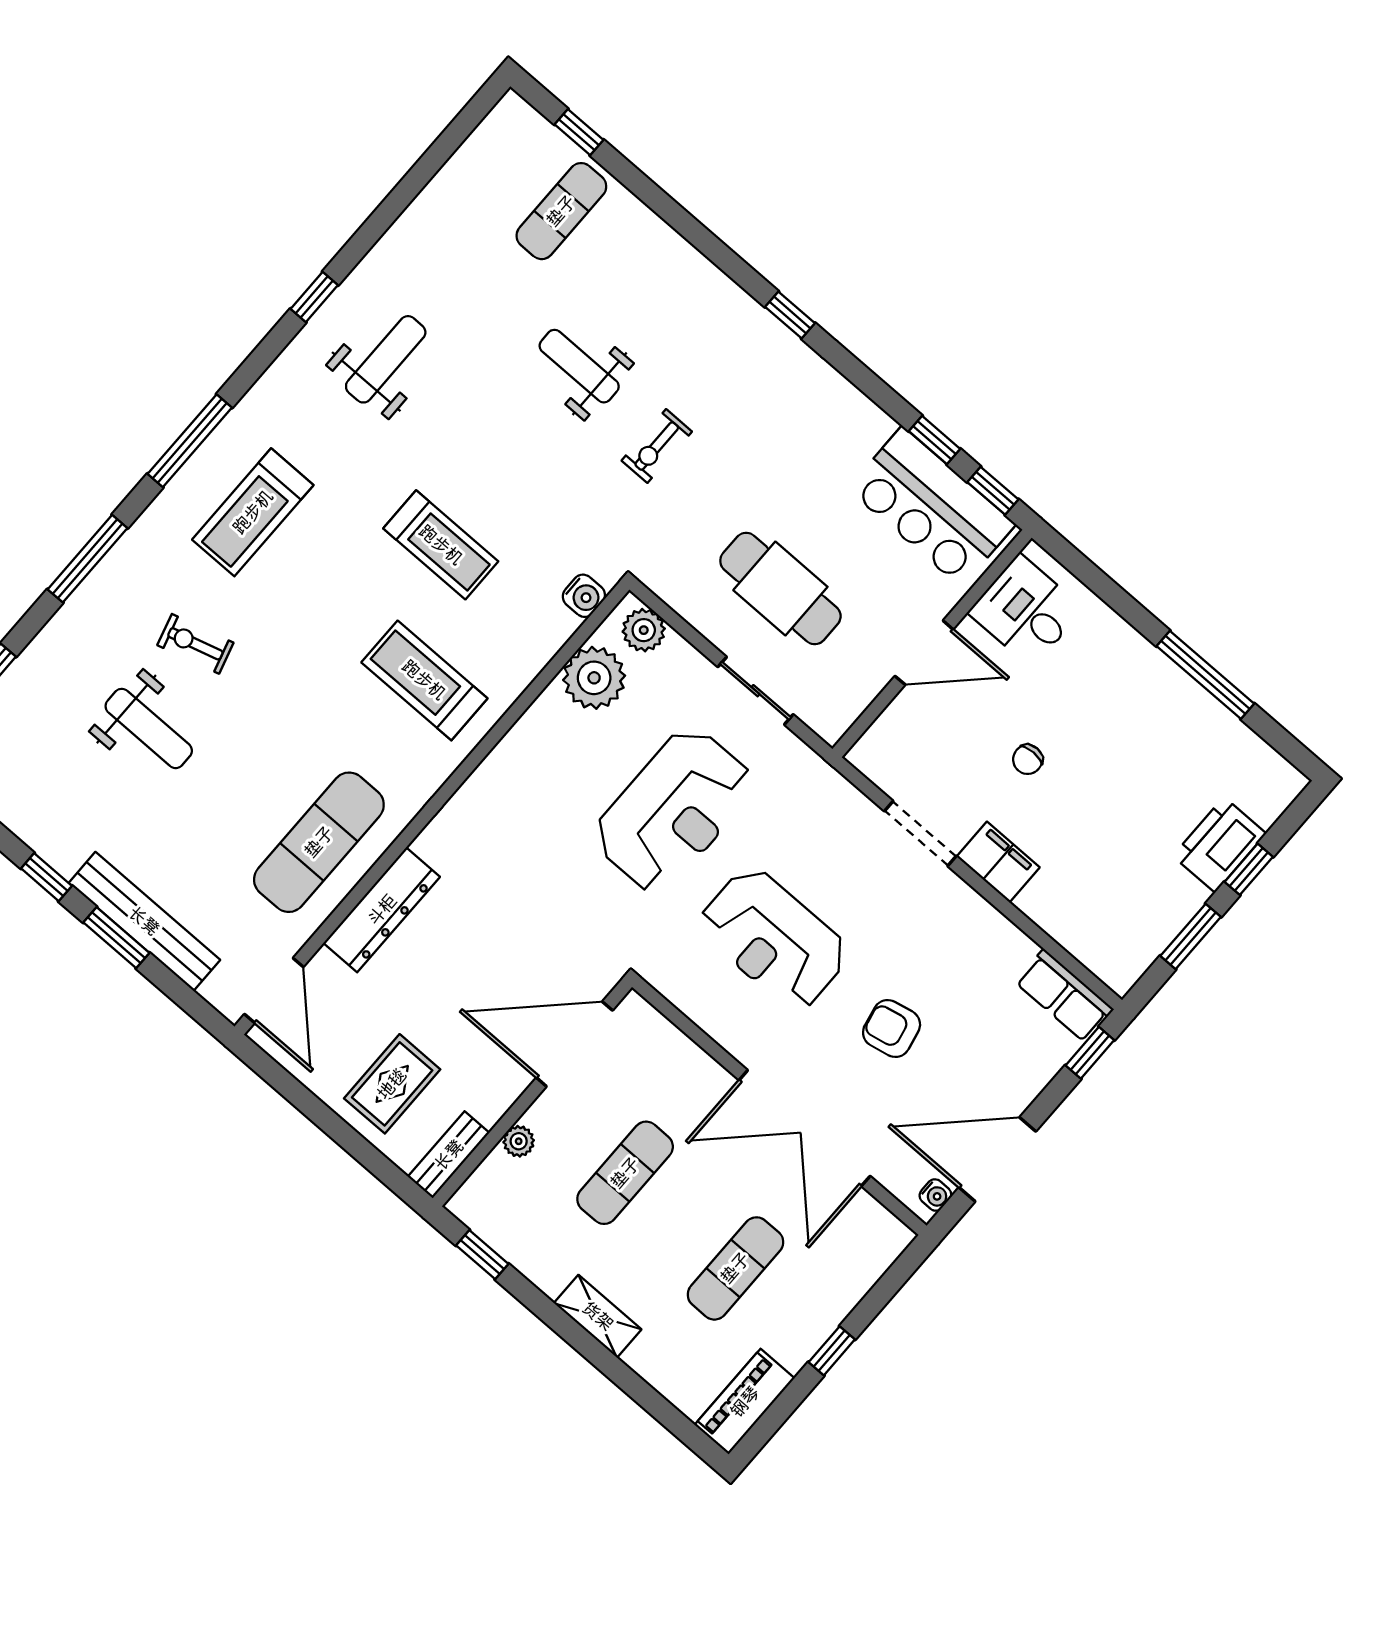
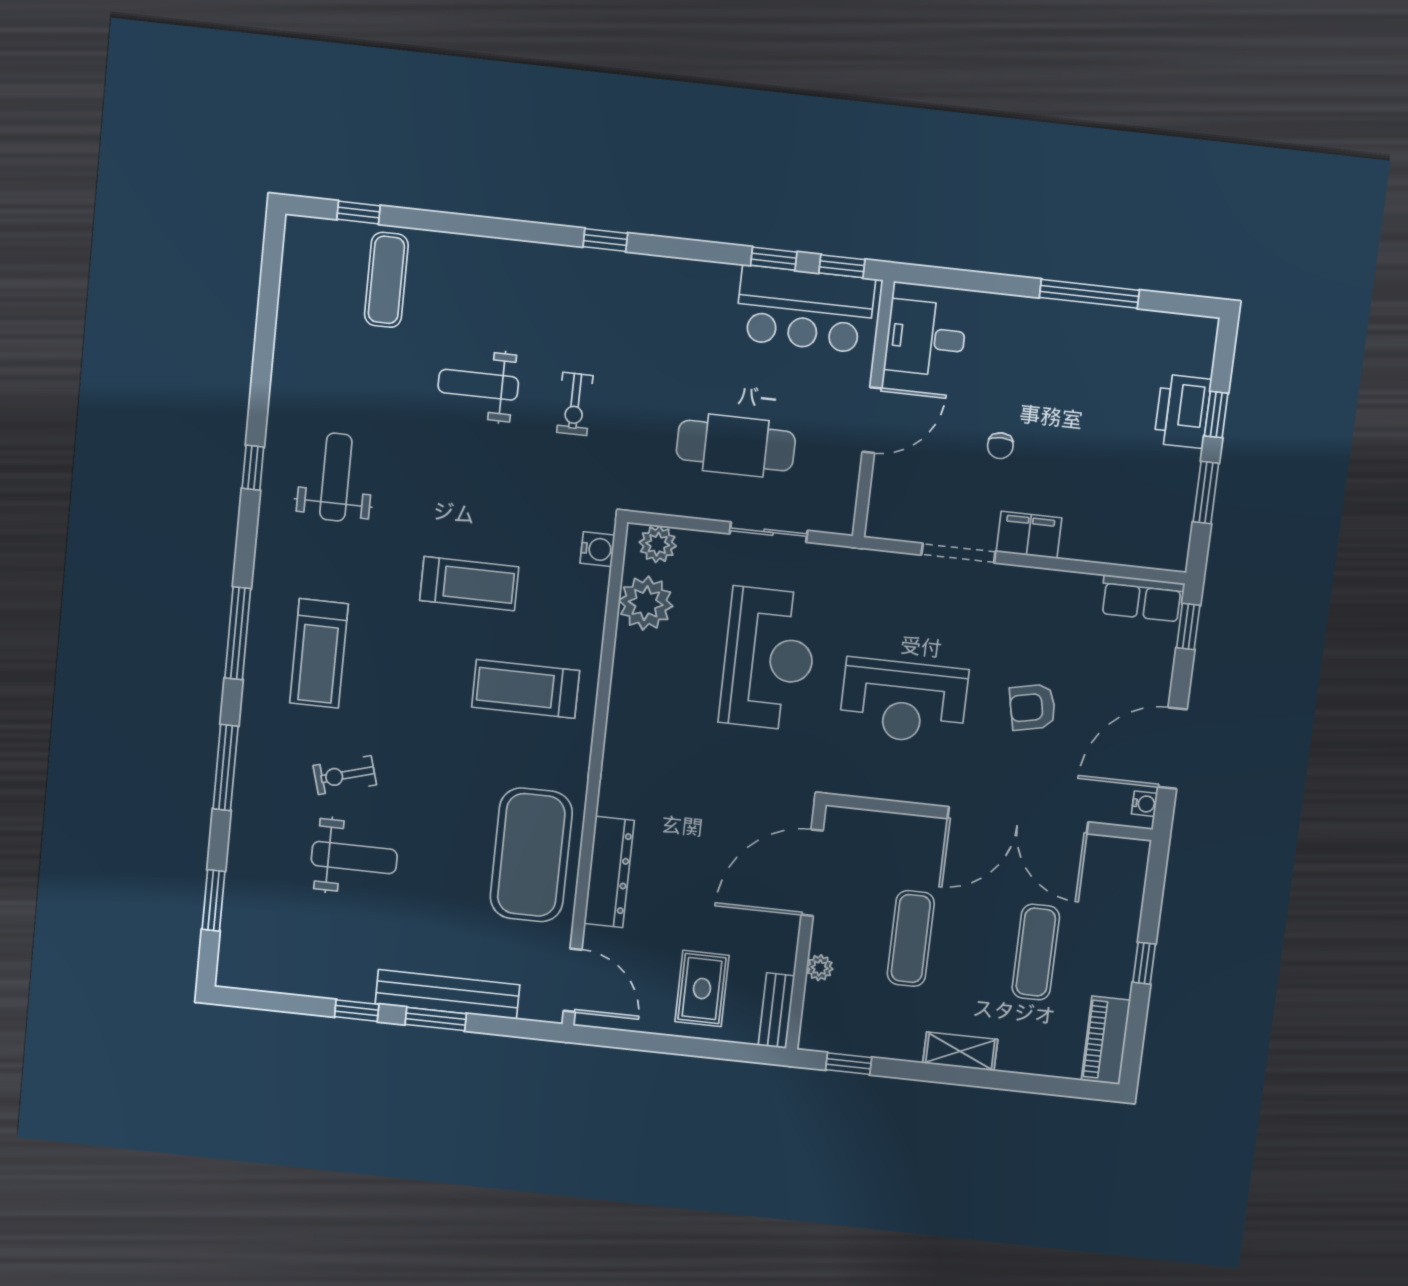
exercise mat: (319, 842) -> (531, 855), width x1.47

